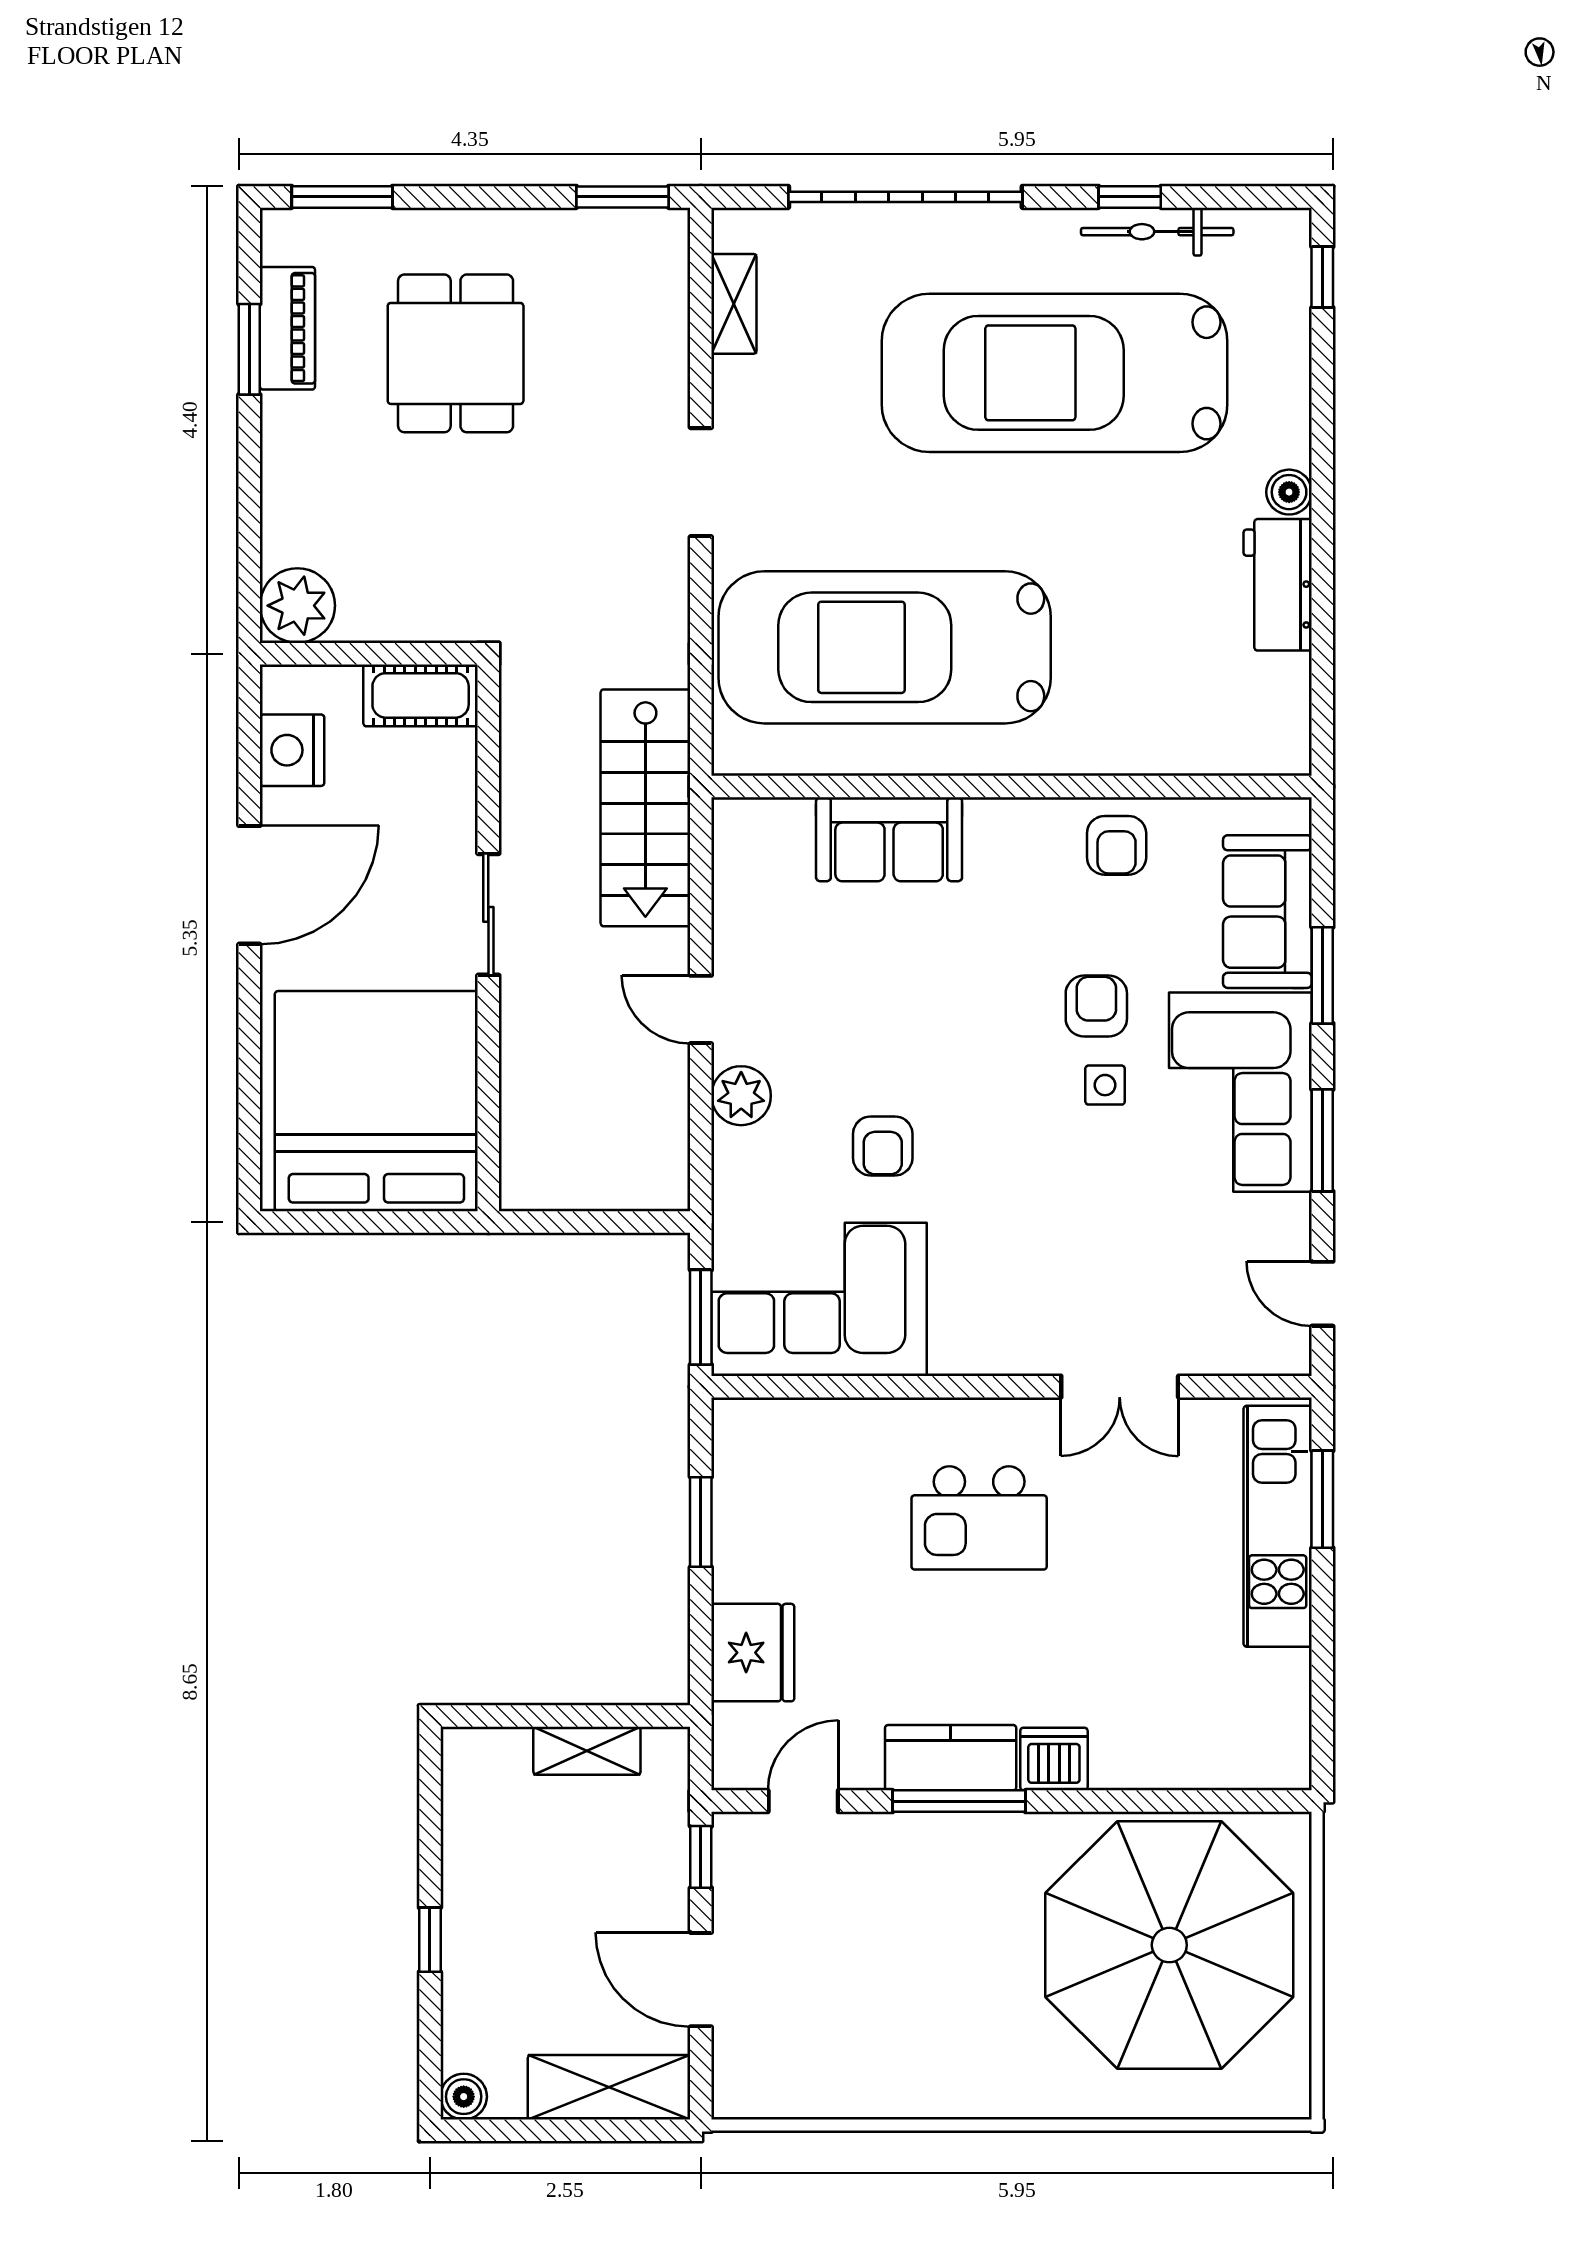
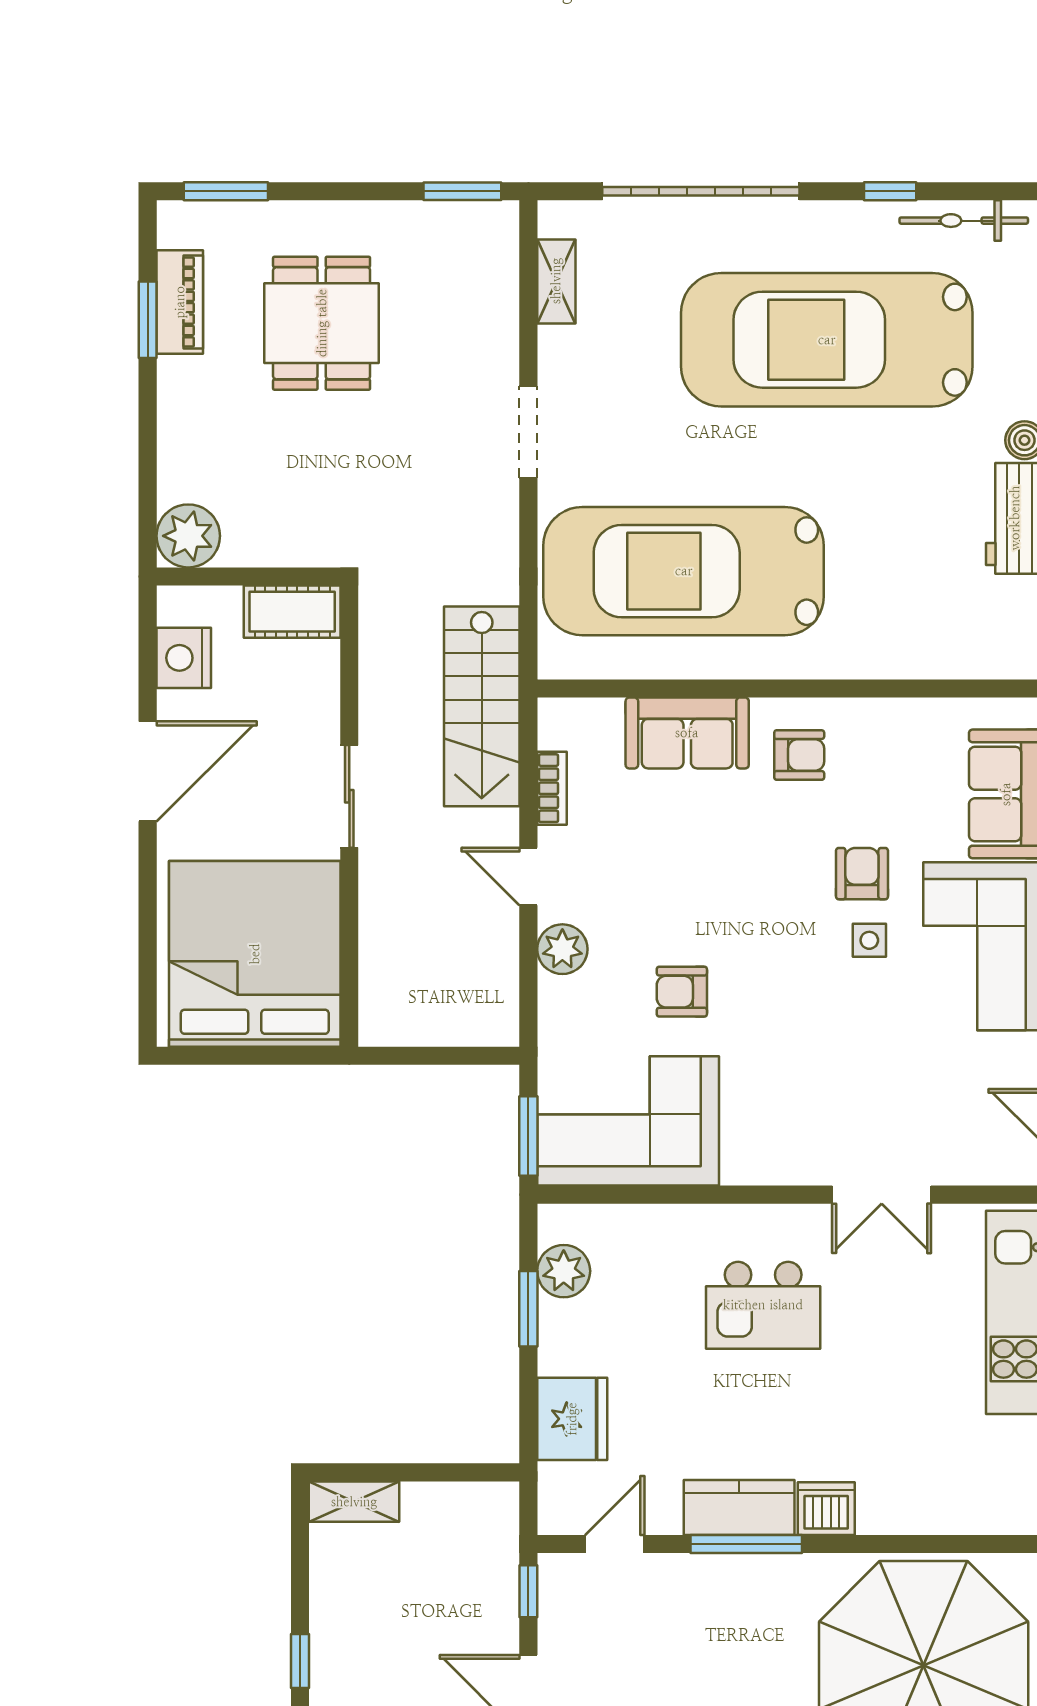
bicycle: (1157, 232) -> (964, 221), moved
armchair: (1117, 845) -> (799, 755), moved, turned -90
bookcase: (729, 905) -> (552, 788), added
armchair: (883, 1146) -> (682, 992), turned 90
plant: (743, 1477) -> (564, 1271), added
shelving: (587, 1751) -> (354, 1502), moved

